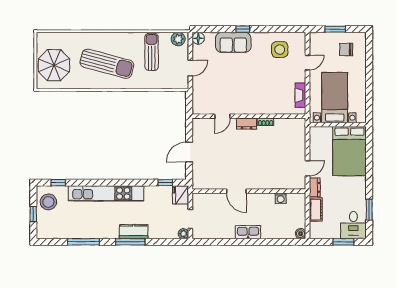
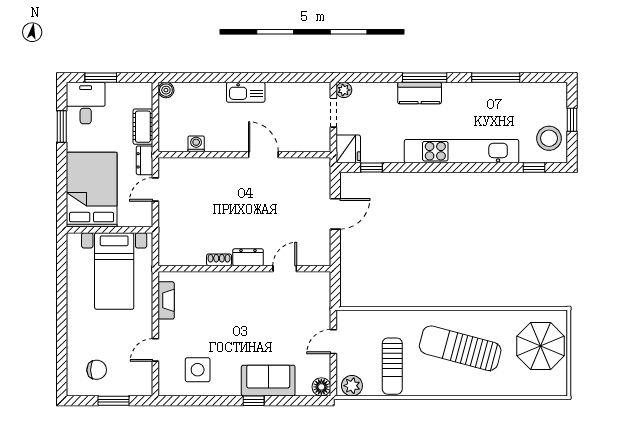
bed with nightstands: (335, 98) -> (114, 271), moved
wall: (338, 125) -> (109, 230), moved
bed: (349, 151) -> (92, 190), moved

